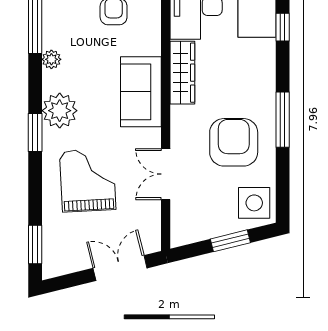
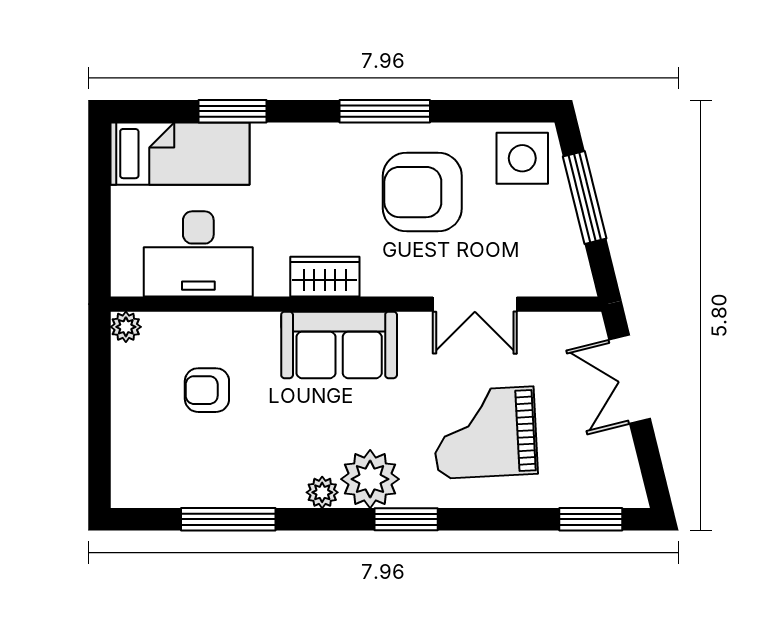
window: (283, 27) -> (232, 111), width x1.50
plant: (51, 59) -> (322, 492), moved
wardrobe: (182, 73) -> (325, 277), width x0.67
window: (230, 241) -> (585, 197), width x1.44

